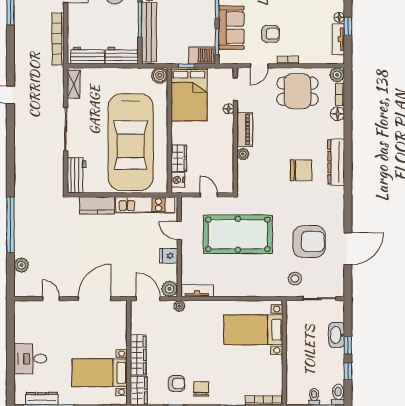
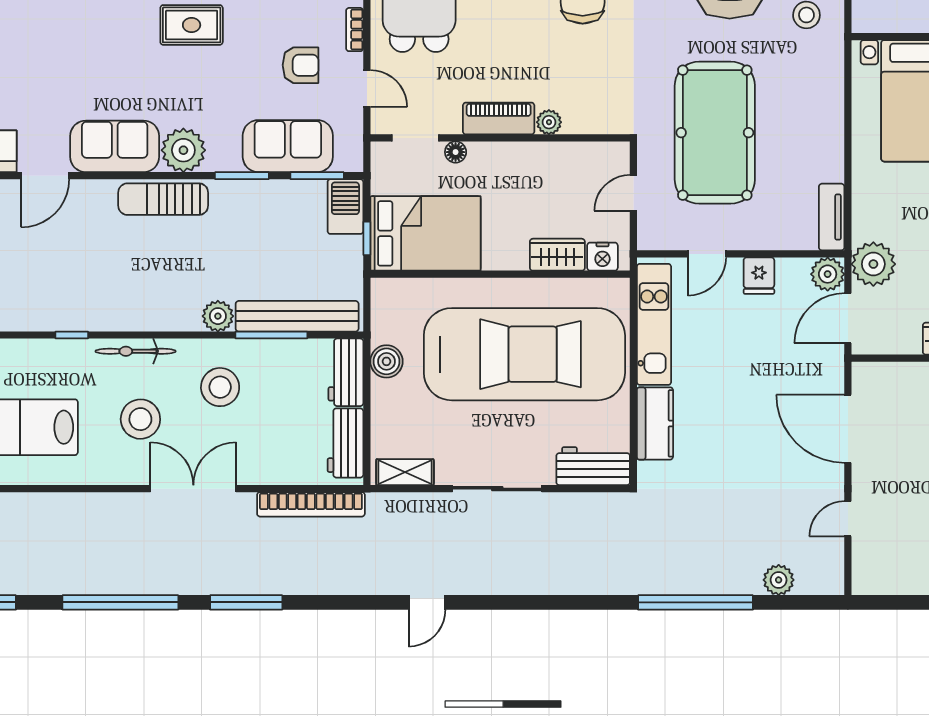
armchair: (270, 34) -> (301, 65), turned 90
boiler: (160, 75) -> (386, 361), moved
plant: (179, 306) -> (873, 264), width x1.88, depth x1.88

